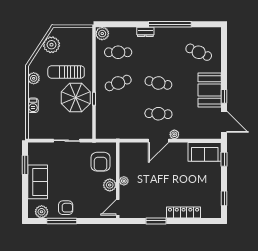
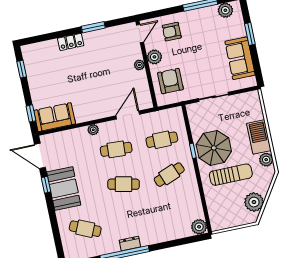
dresser: (145, 32) -> (130, 243), moved
cafe table: (118, 52) -> (162, 140), moved
barbecue: (33, 105) -> (259, 137), width x1.88, depth x1.53
door: (158, 141) -> (128, 115), moved
window: (25, 165) -> (250, 34), moved
sofa: (38, 182) -> (240, 58), moved
armchair: (66, 208) -> (172, 32), moved
locker: (184, 213) -> (71, 42), width x0.66

